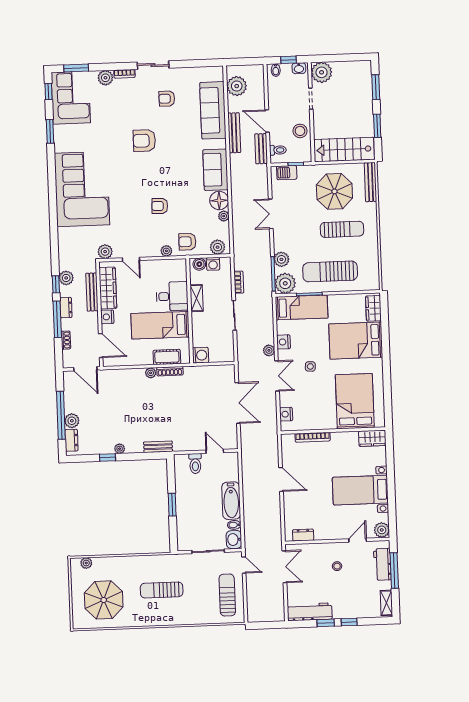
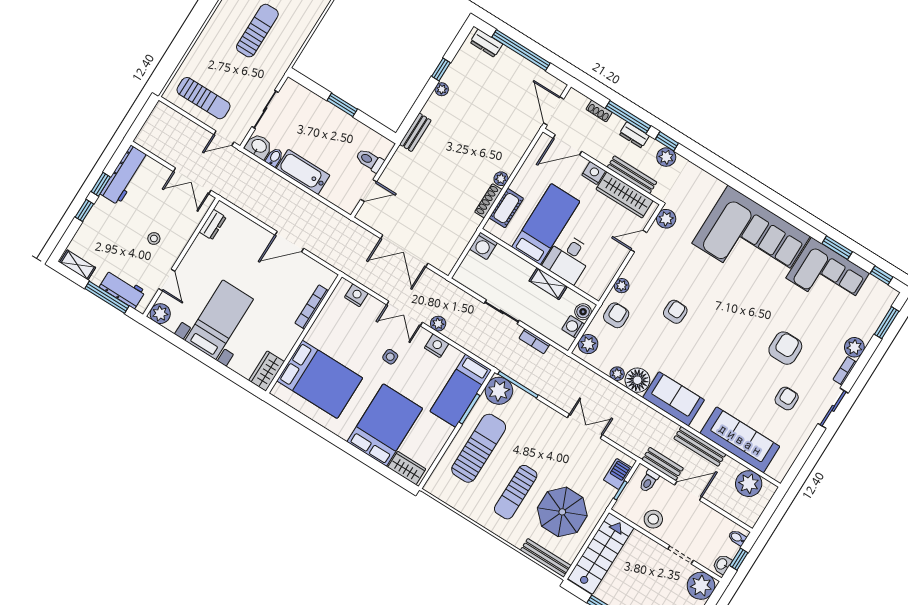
corner sofa: (71, 98) -> (828, 276), moved
armchair: (144, 141) -> (785, 348), moved
plant: (281, 259) -> (528, 404), removed
door: (85, 369) -> (554, 111), hinge flipped
plant: (72, 421) -> (507, 58), removed

